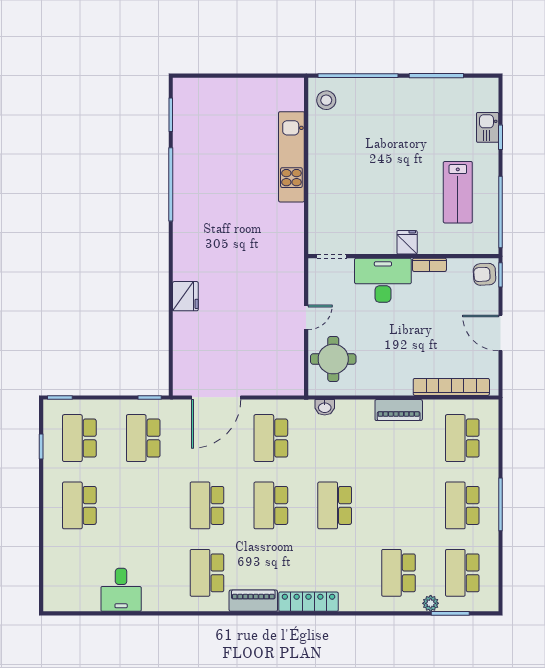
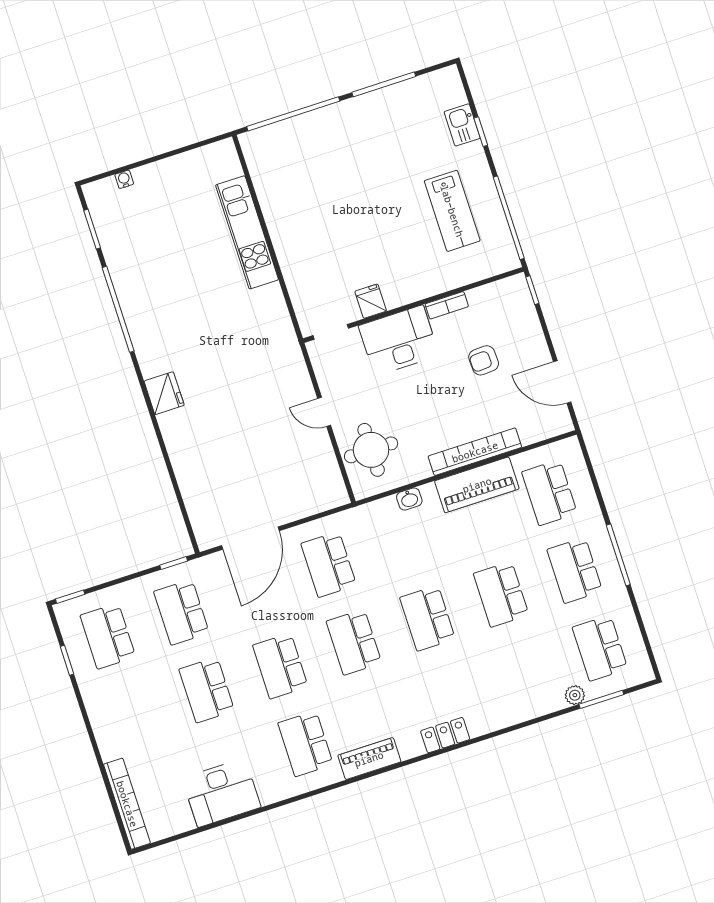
water cooler: (209, 84) -> (124, 179), added
stool: (326, 100) -> (266, 154), removed
fridge: (407, 242) -> (371, 301), moved
armchair: (485, 274) -> (484, 360), moved
fridge: (185, 296) -> (164, 393), moved
door: (306, 317) -> (324, 412), swing flipped
door: (500, 333) -> (562, 382), moved
bookcase: (451, 387) -> (475, 452), moved
washbasin: (325, 407) -> (409, 499), moved
piano: (399, 410) -> (477, 485), width x1.37, depth x1.33
school desk: (79, 505) -> (207, 690), moved
school desk: (398, 573) -> (501, 594), moved
bookcase: (52, 574) -> (127, 804), added
desk: (121, 590) -> (221, 793), width x1.37
locker: (308, 602) -> (445, 735), width x0.66

